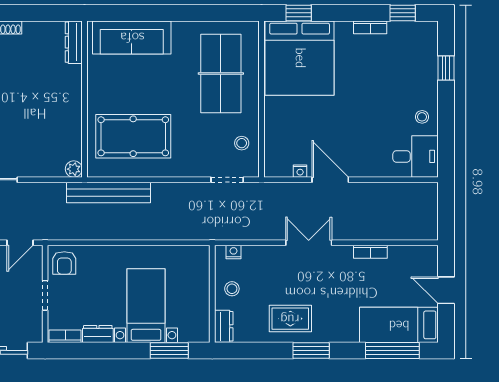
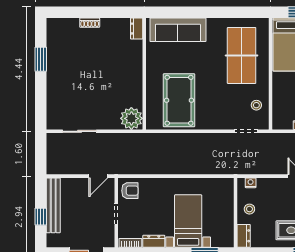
dresser: (74, 42) -> (137, 29), width x0.70
pool table: (133, 136) -> (179, 100), turned 90
plant: (74, 169) -> (131, 118), width x1.88, depth x1.88
bench: (109, 193) -> (161, 140), removed
armchair: (64, 263) -> (130, 191), turned -90

